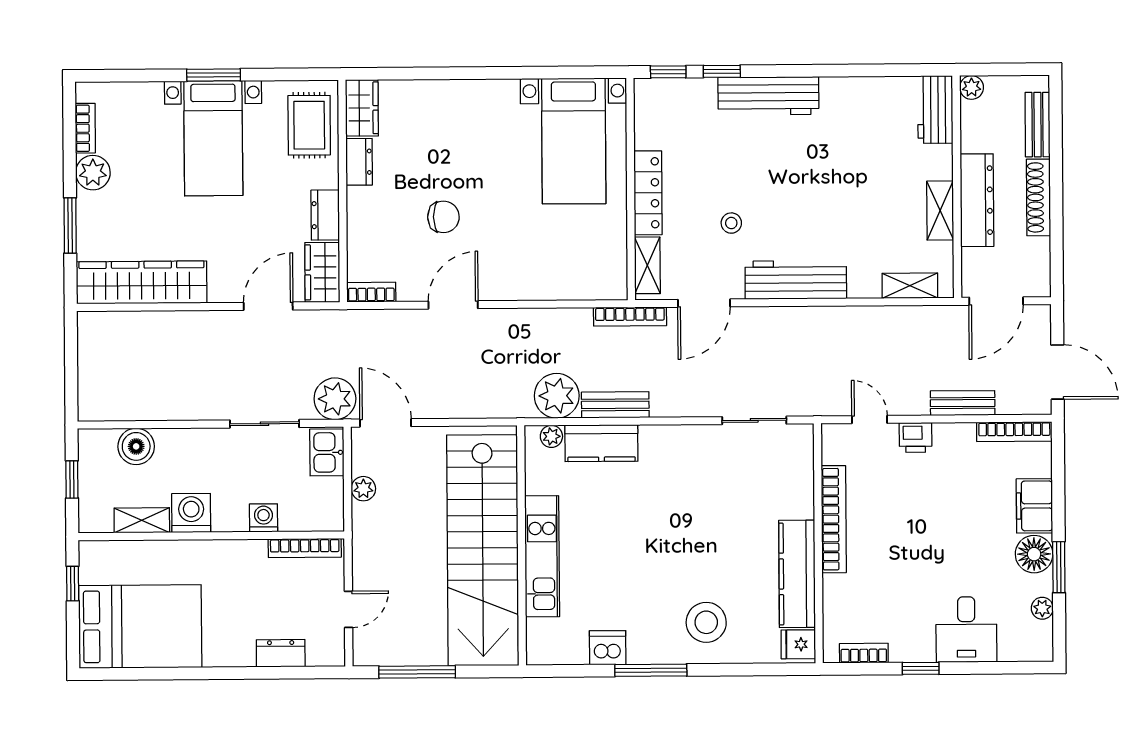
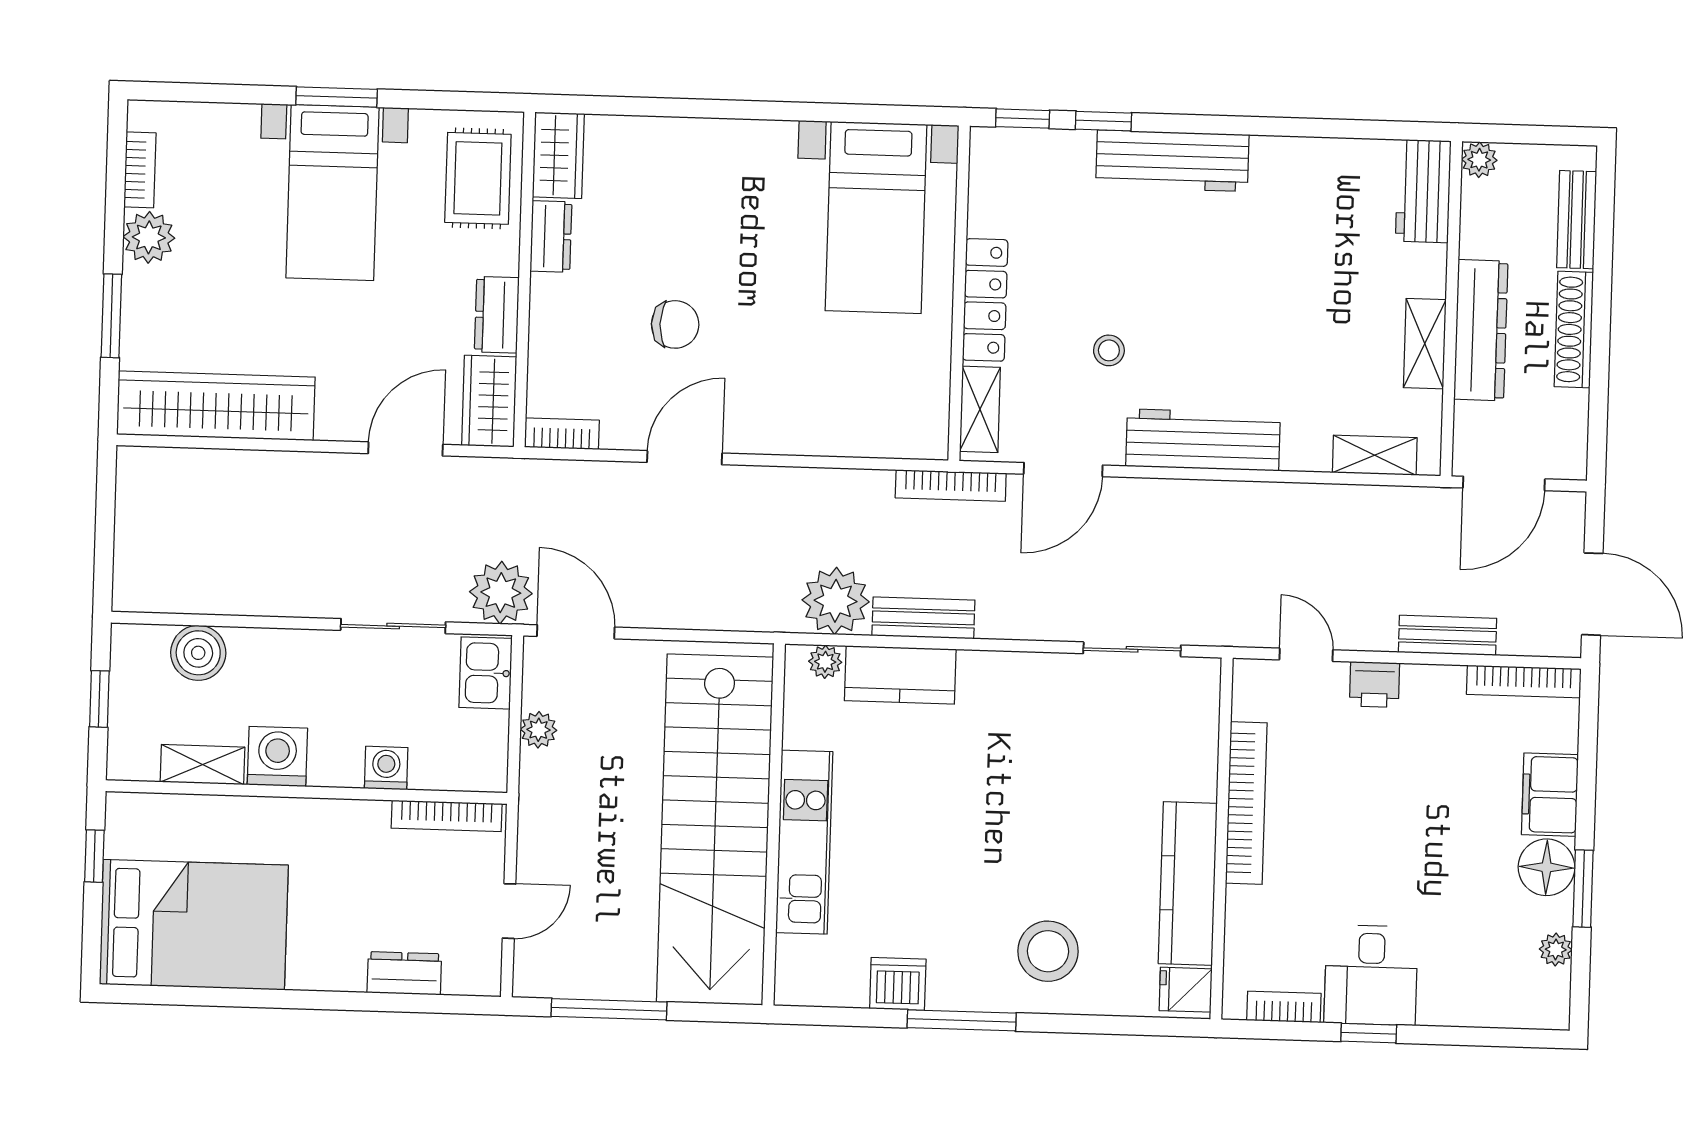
desk: (966, 630) -> (1371, 975), moved

